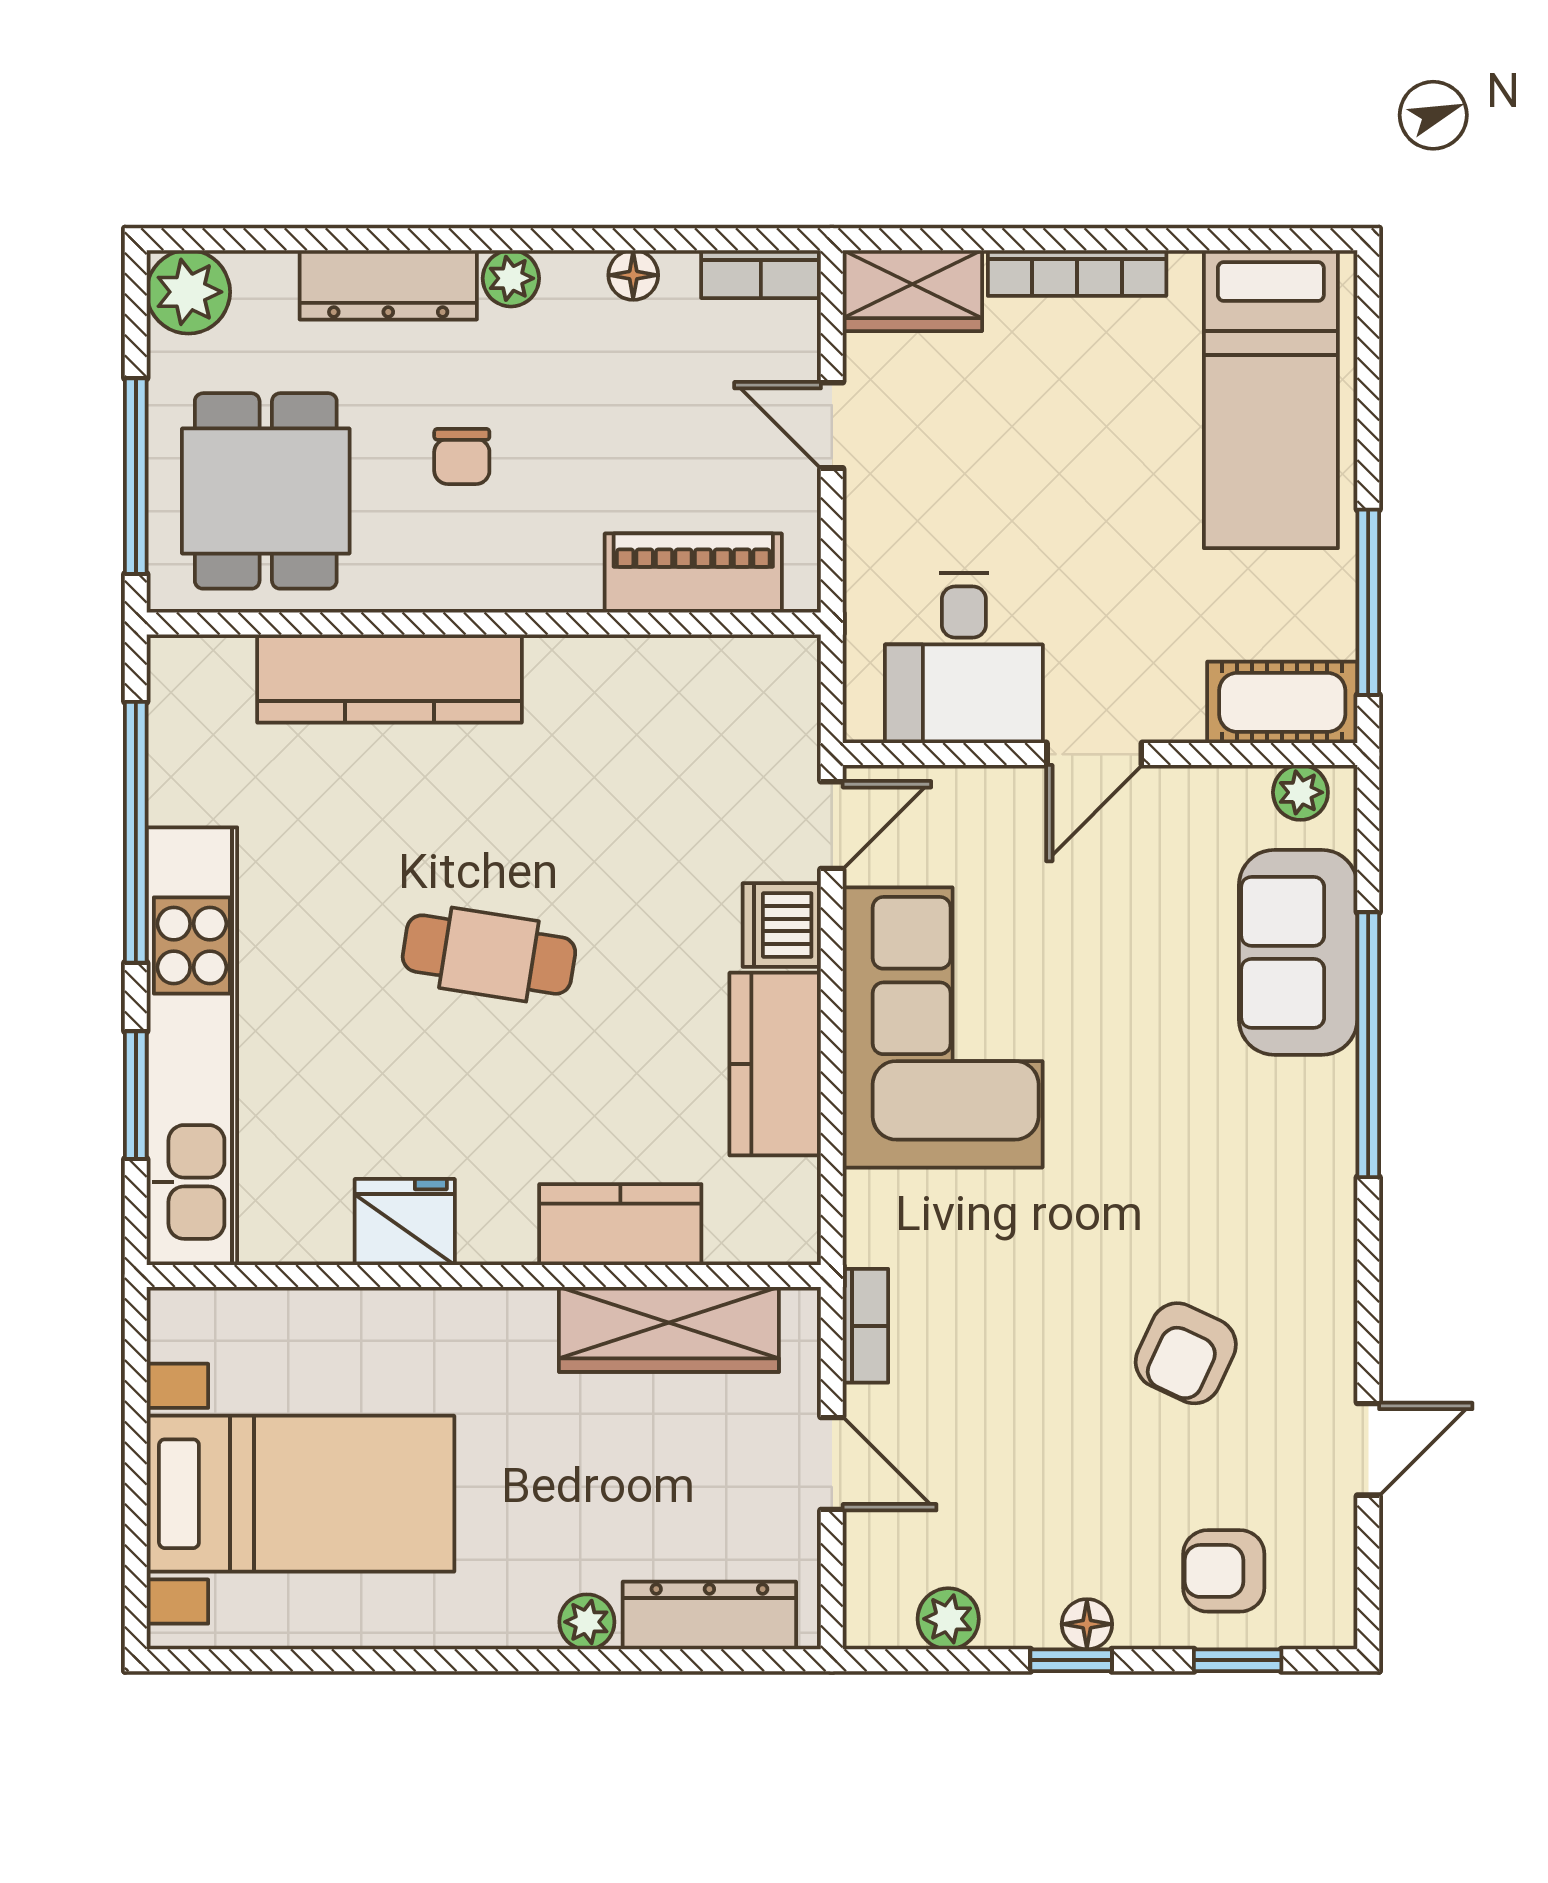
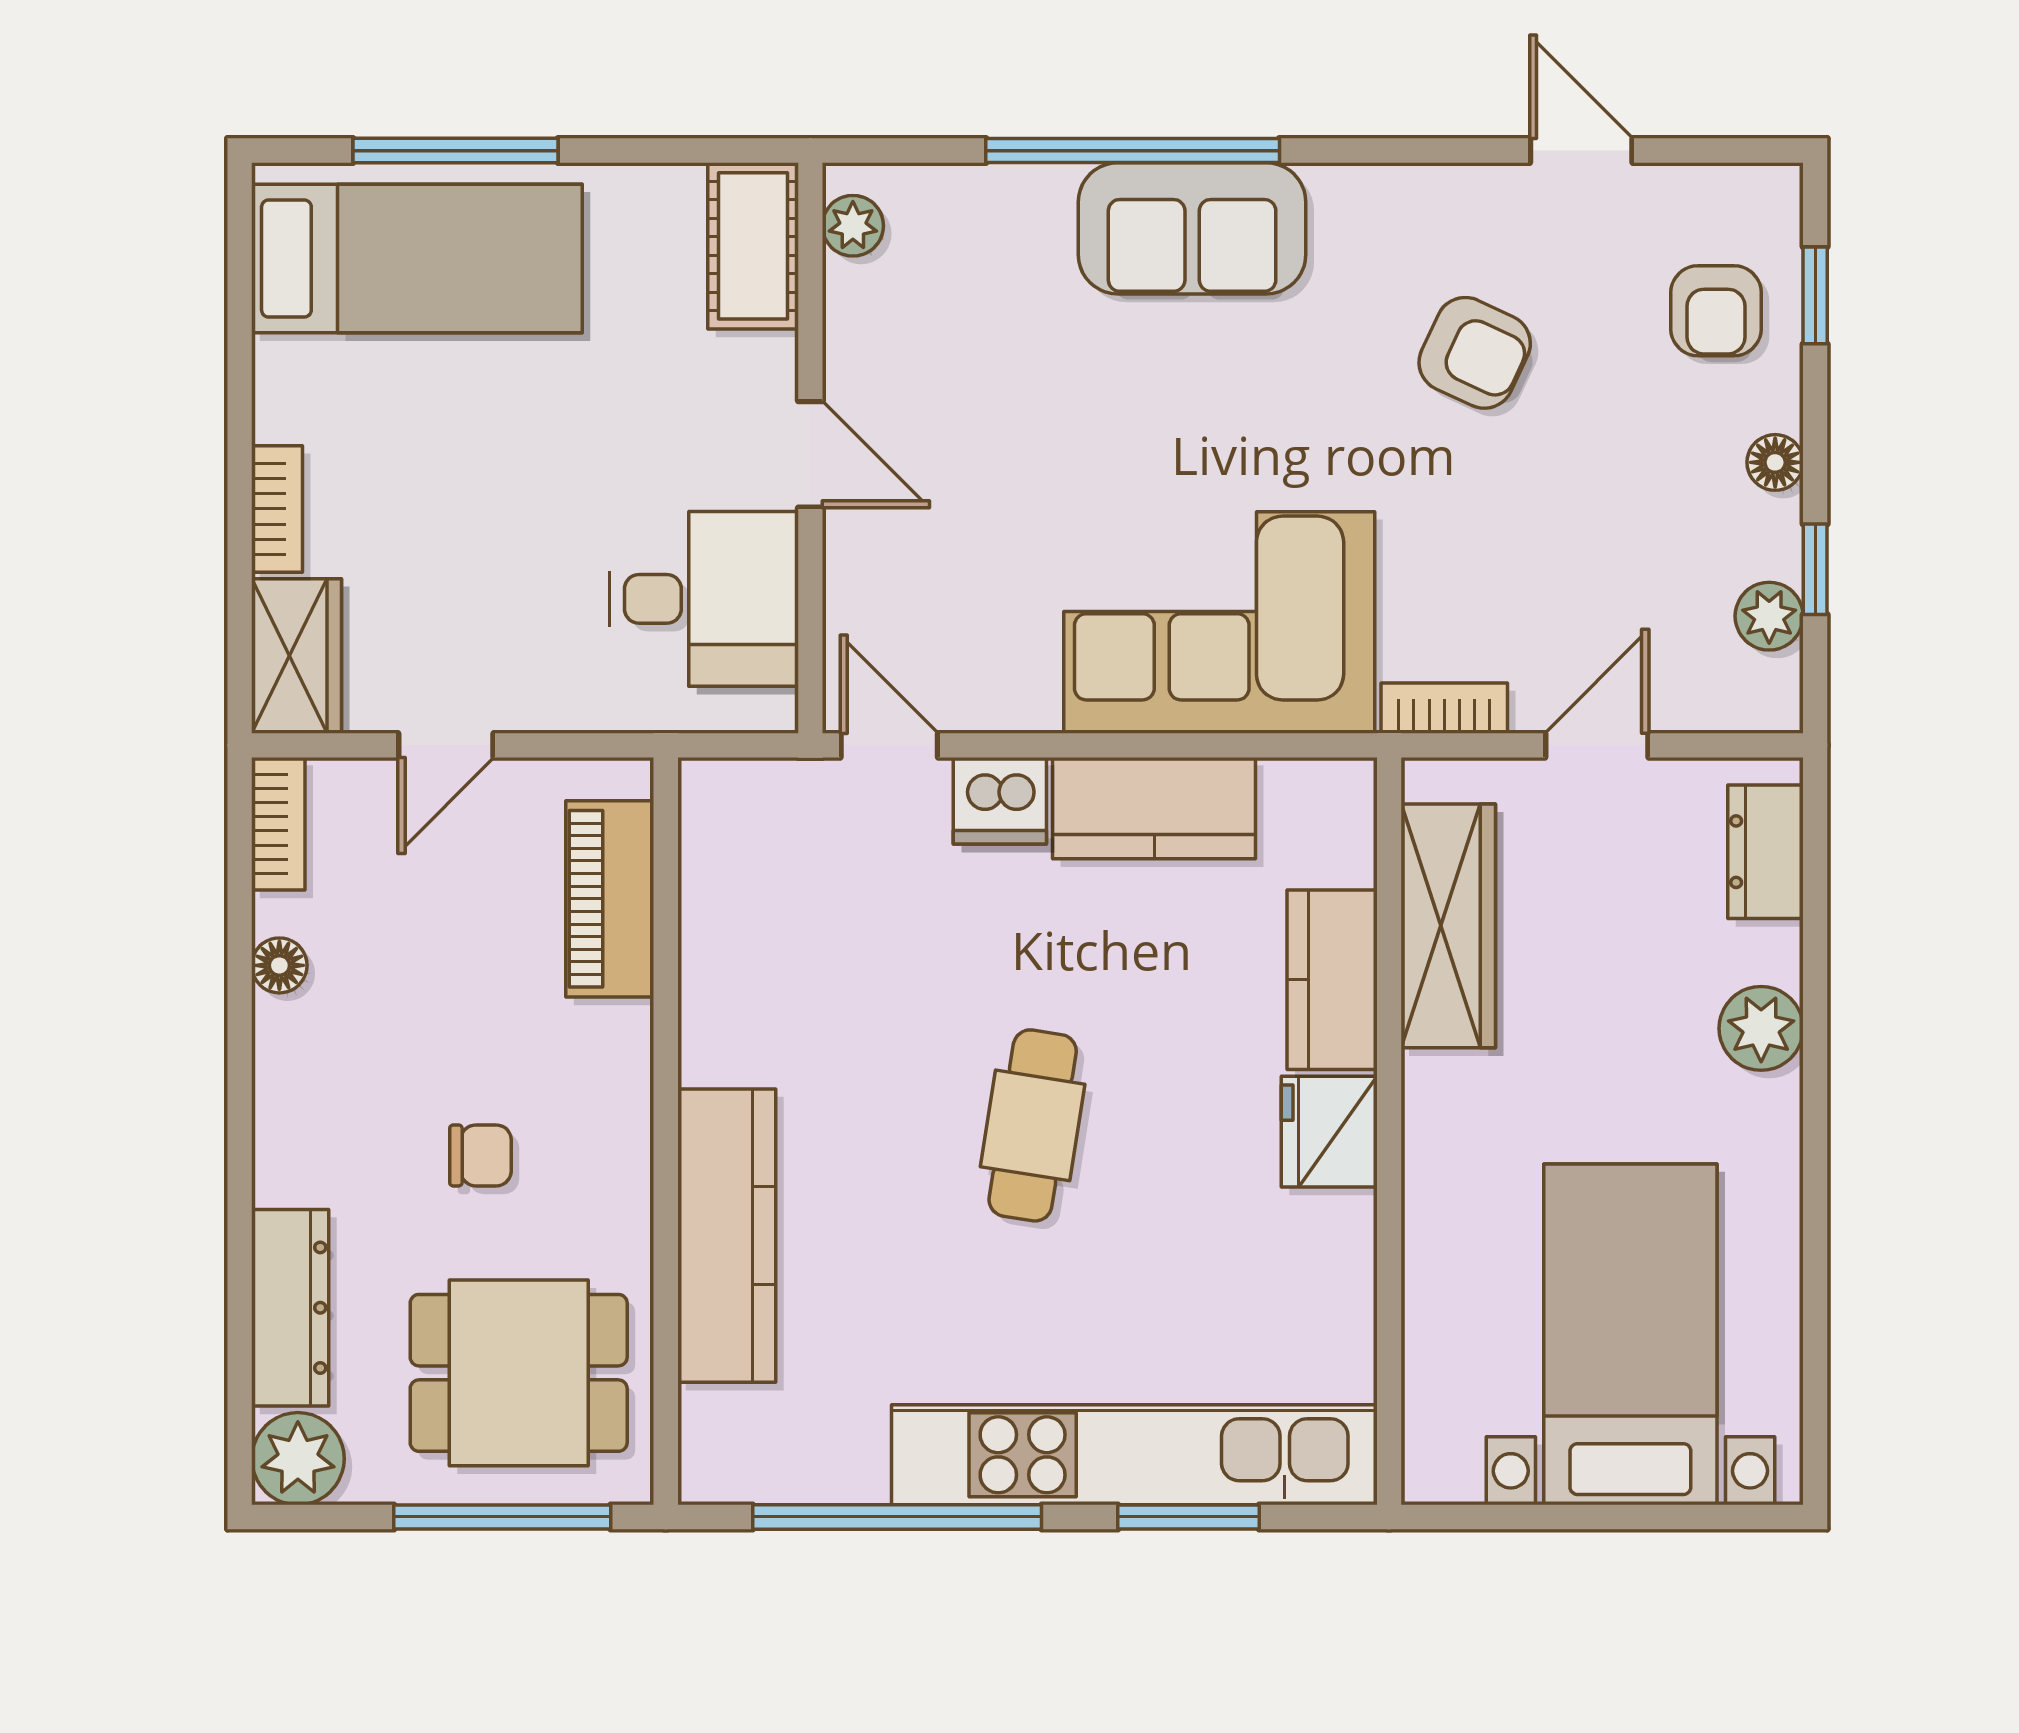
bookcase: (1077, 273) -> (277, 509), width x0.64
plant: (511, 278) -> (283, 1101), removed
dresser: (388, 285) -> (290, 1308), moved
window: (1368, 602) -> (456, 151), moved
sofa: (1298, 952) -> (1192, 228), moved
corner sofa: (943, 1027) -> (1219, 622), moved
fridge: (405, 1222) -> (1329, 1132), moved
dresser: (709, 1616) -> (1765, 852), width x0.70
plant: (587, 1622) -> (1761, 1028), width x1.38, depth x1.38
window: (1071, 1660) -> (1815, 569), moved

